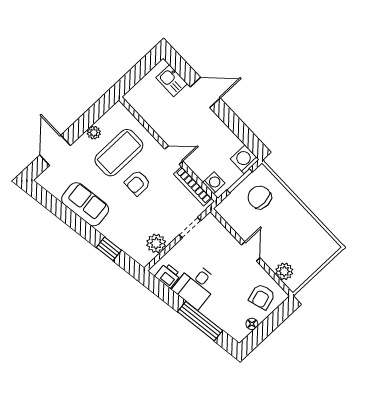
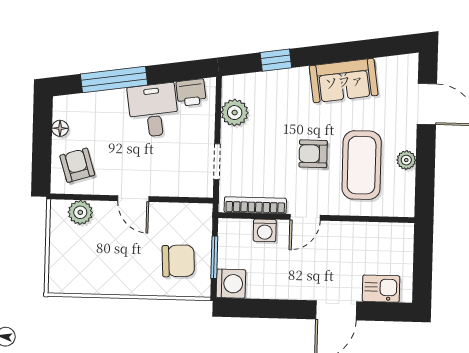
armchair: (137, 183) -> (313, 154), turned -90
washing machine: (214, 183) -> (265, 230), moved

